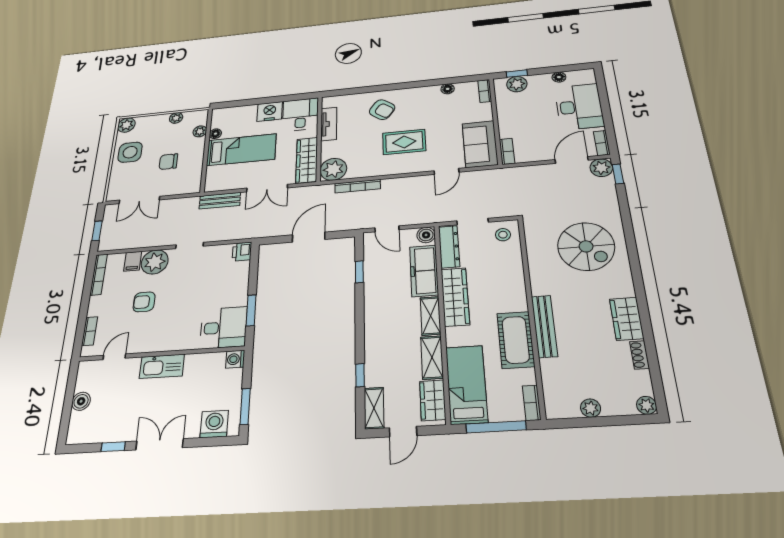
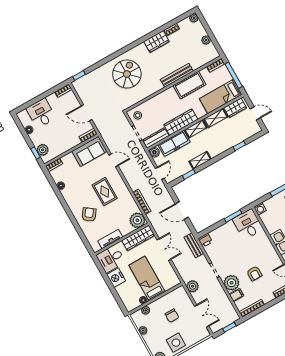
desk: (579, 107) -> (41, 113), width x0.73
door: (572, 160) -> (86, 113), moved
plant: (601, 168) -> (193, 286), moved
bench: (220, 201) -> (194, 245), moved
shelving: (374, 408) -> (200, 160), moved

